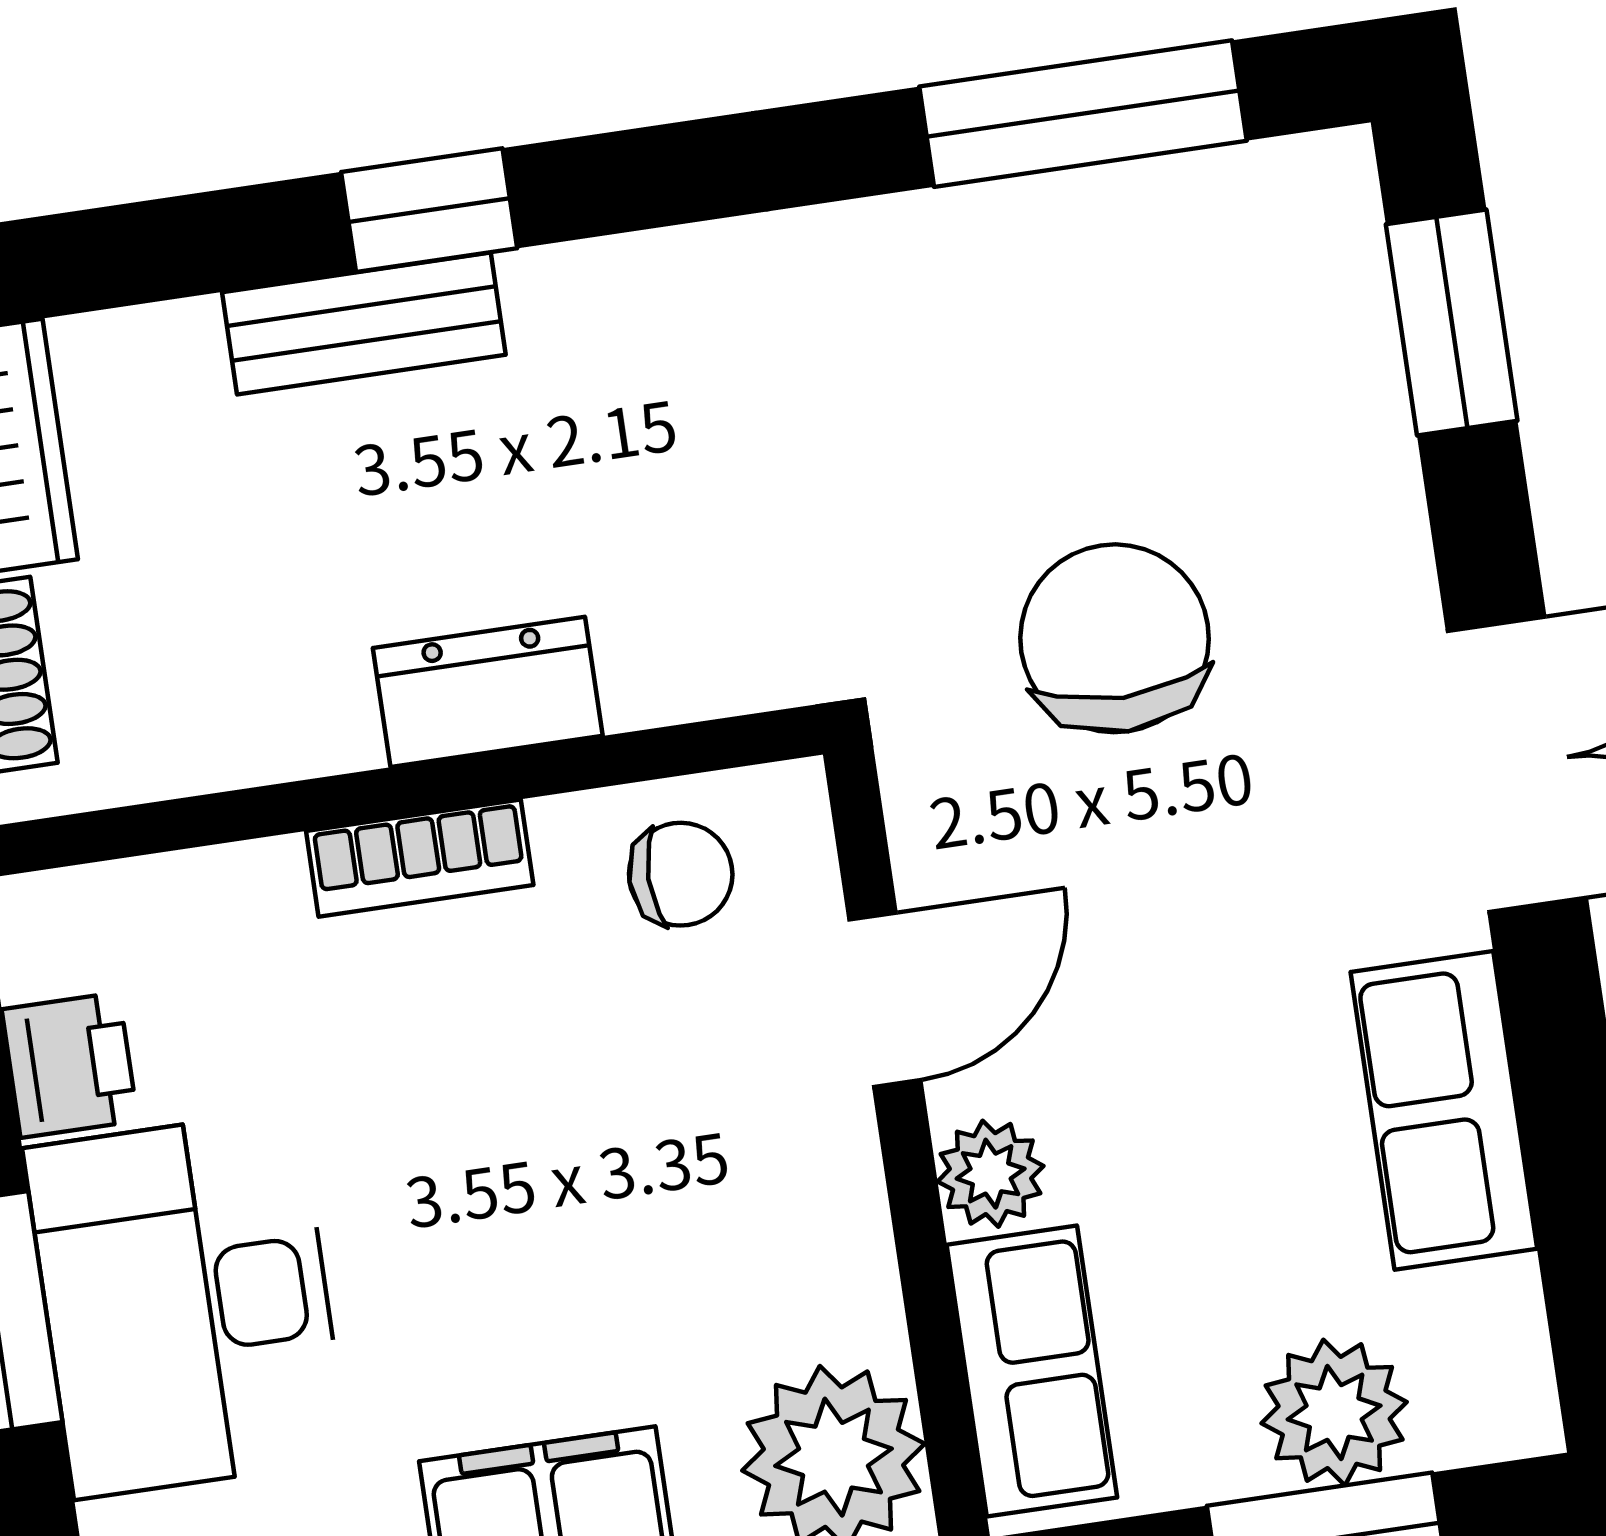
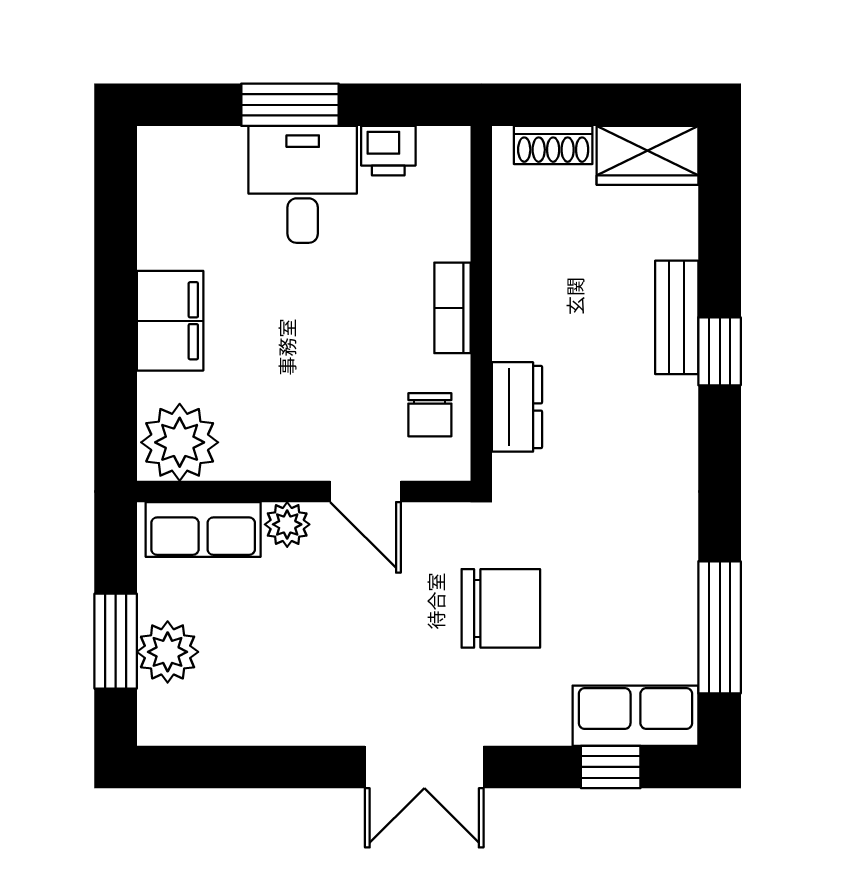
window: (1452, 323) -> (611, 767), width x0.67
dresser: (488, 692) -> (517, 407), moved
row of seats: (1444, 1110) -> (635, 716), moved
desk: (187, 1304) -> (303, 184), width x0.73

